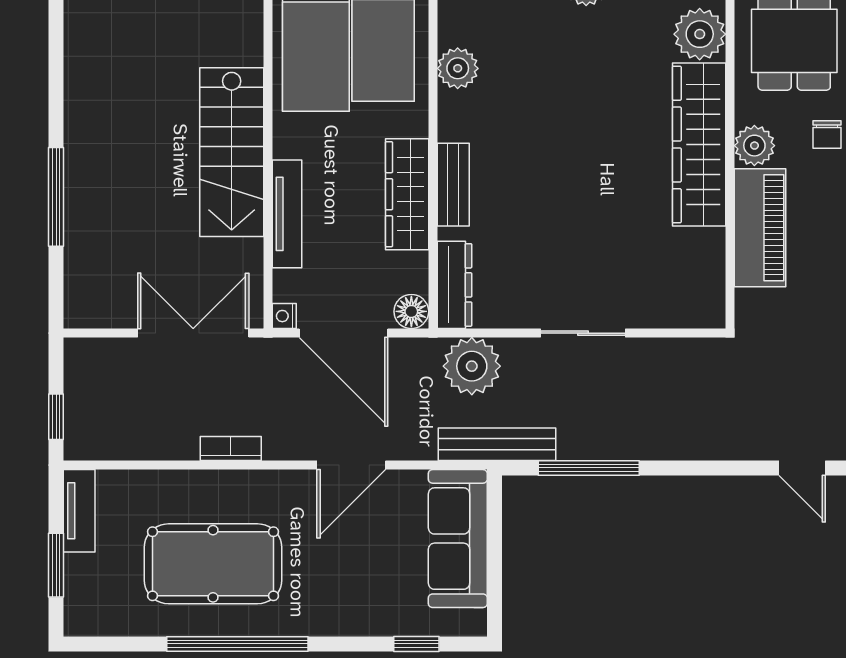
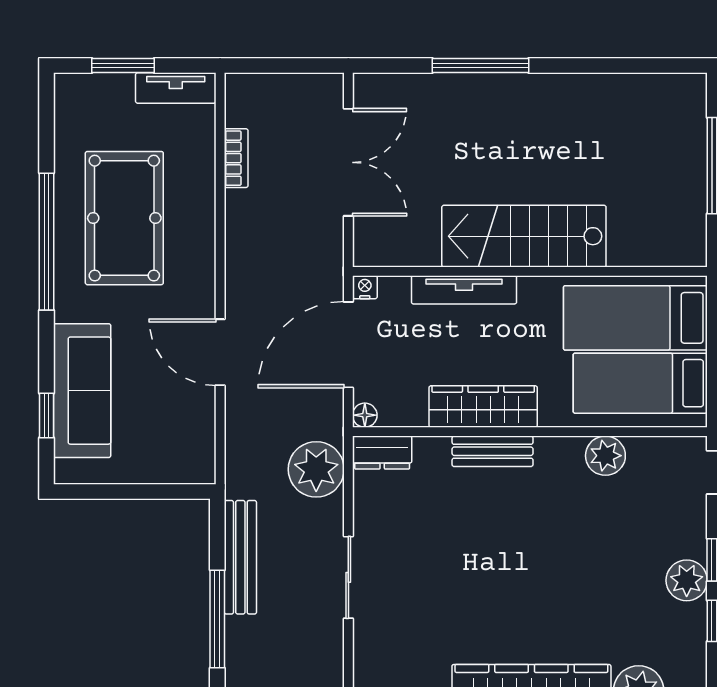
dresser: (454, 285) -> (382, 452), width x0.70
floor lamp: (411, 311) -> (365, 415), width x0.73, depth x0.73
double door: (193, 333) -> (348, 162), moved
window: (56, 417) -> (267, 66), removed
bench: (497, 444) -> (240, 557), moved
bookcase: (231, 449) -> (236, 158), moved
window: (589, 468) -> (217, 619), moved
sofa: (458, 539) -> (82, 391), moved, turned 90

